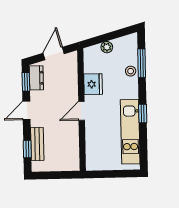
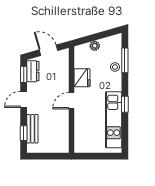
door: (54, 53) -> (48, 50), hinge flipped

